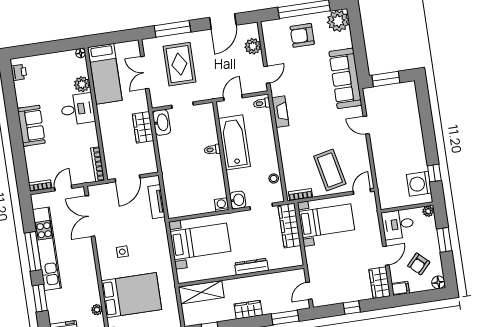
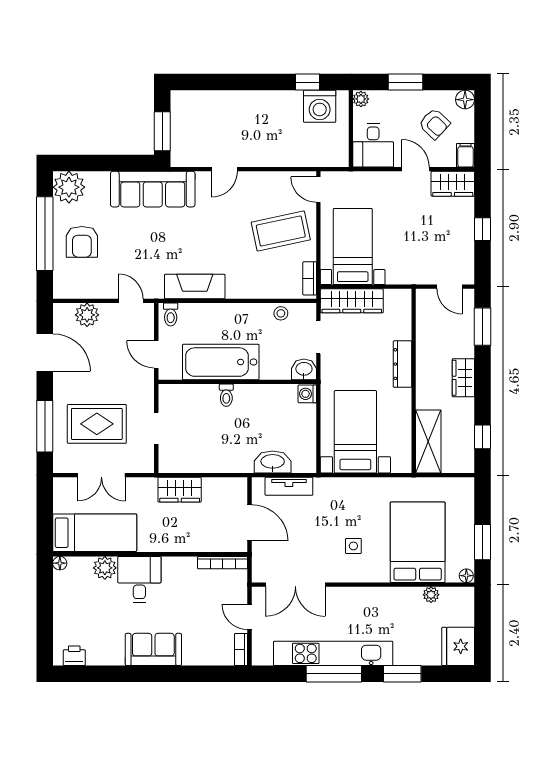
fireplace: (280, 112) -> (195, 286), width x1.37, depth x1.32
washbasin: (162, 122) -> (273, 462), moved

